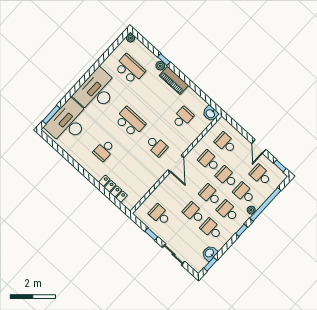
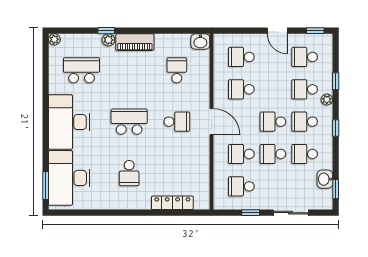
school desk: (226, 177) -> (241, 154), moved
window: (265, 204) -> (336, 81), width x0.32

